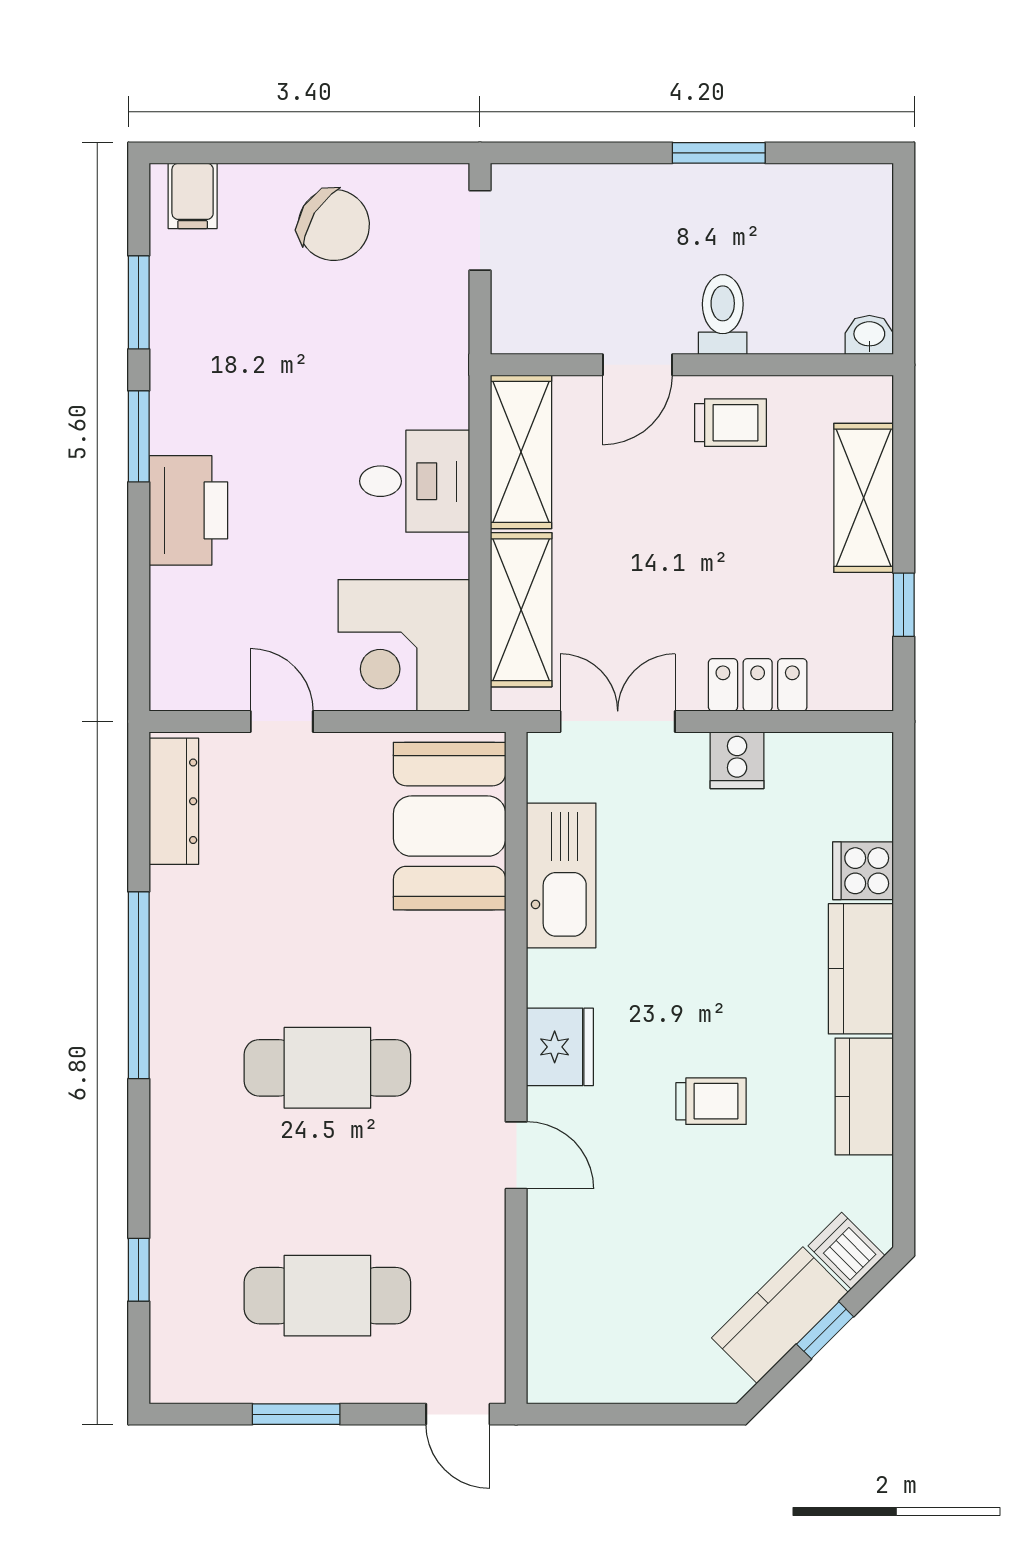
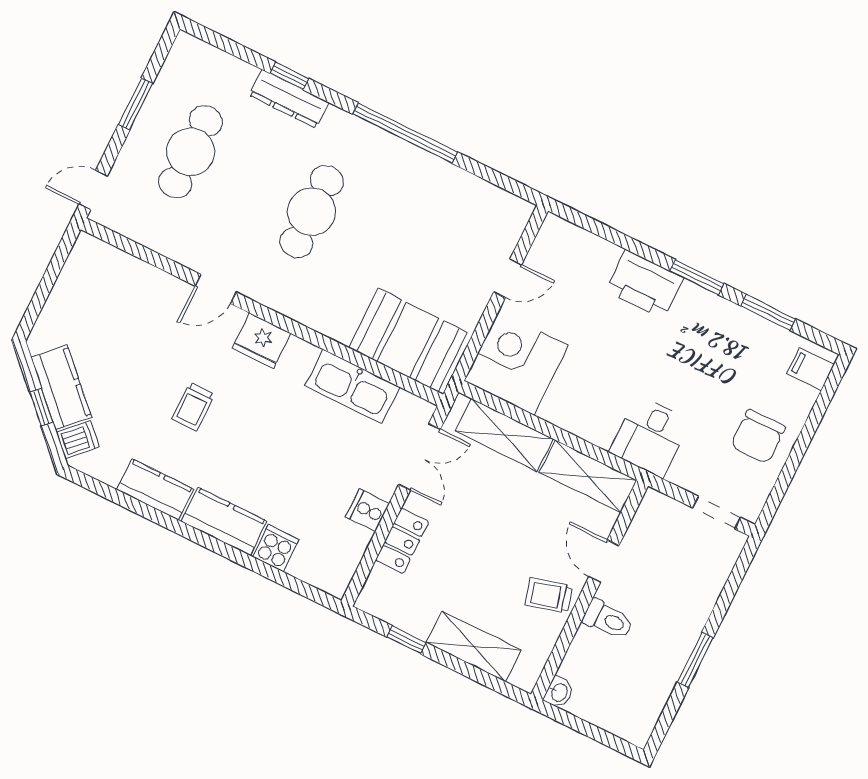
chair: (334, 225) -> (758, 436), turned -32
trolley: (731, 423) -> (549, 595), turned 75
desk: (415, 481) -> (650, 436), moved
dresser: (174, 801) -> (289, 99), moved
window: (139, 1270) -> (289, 76), moved

